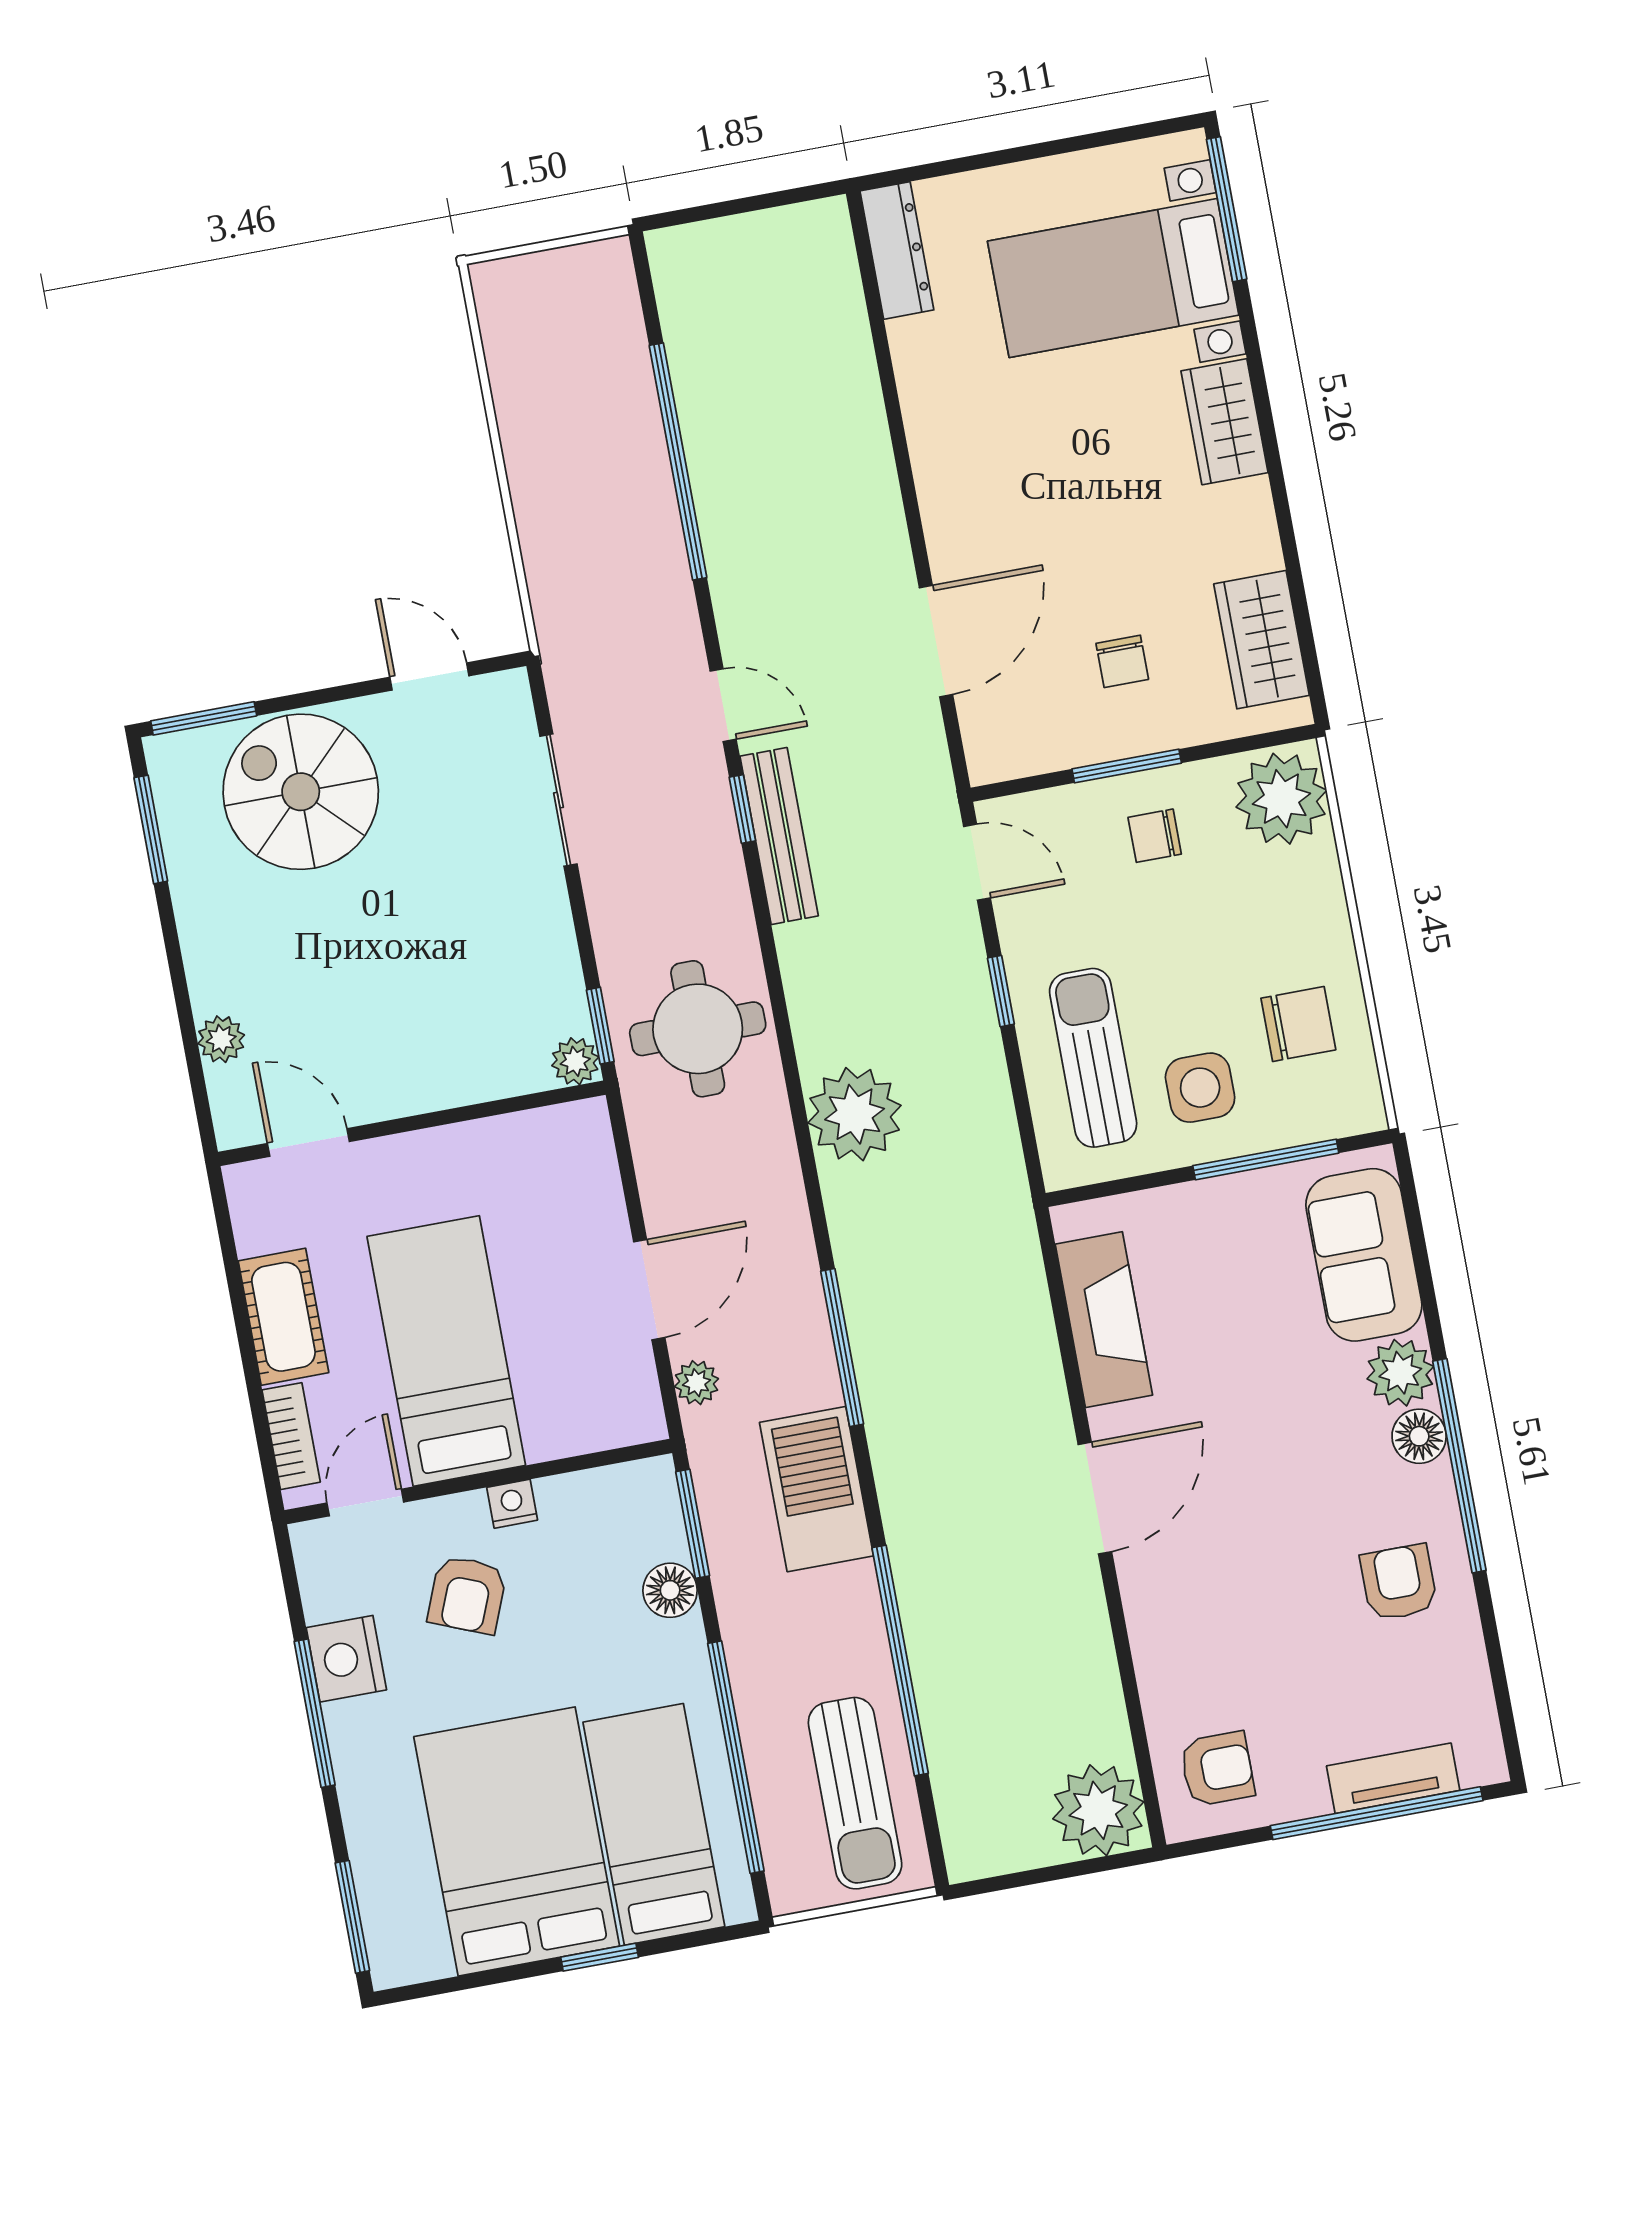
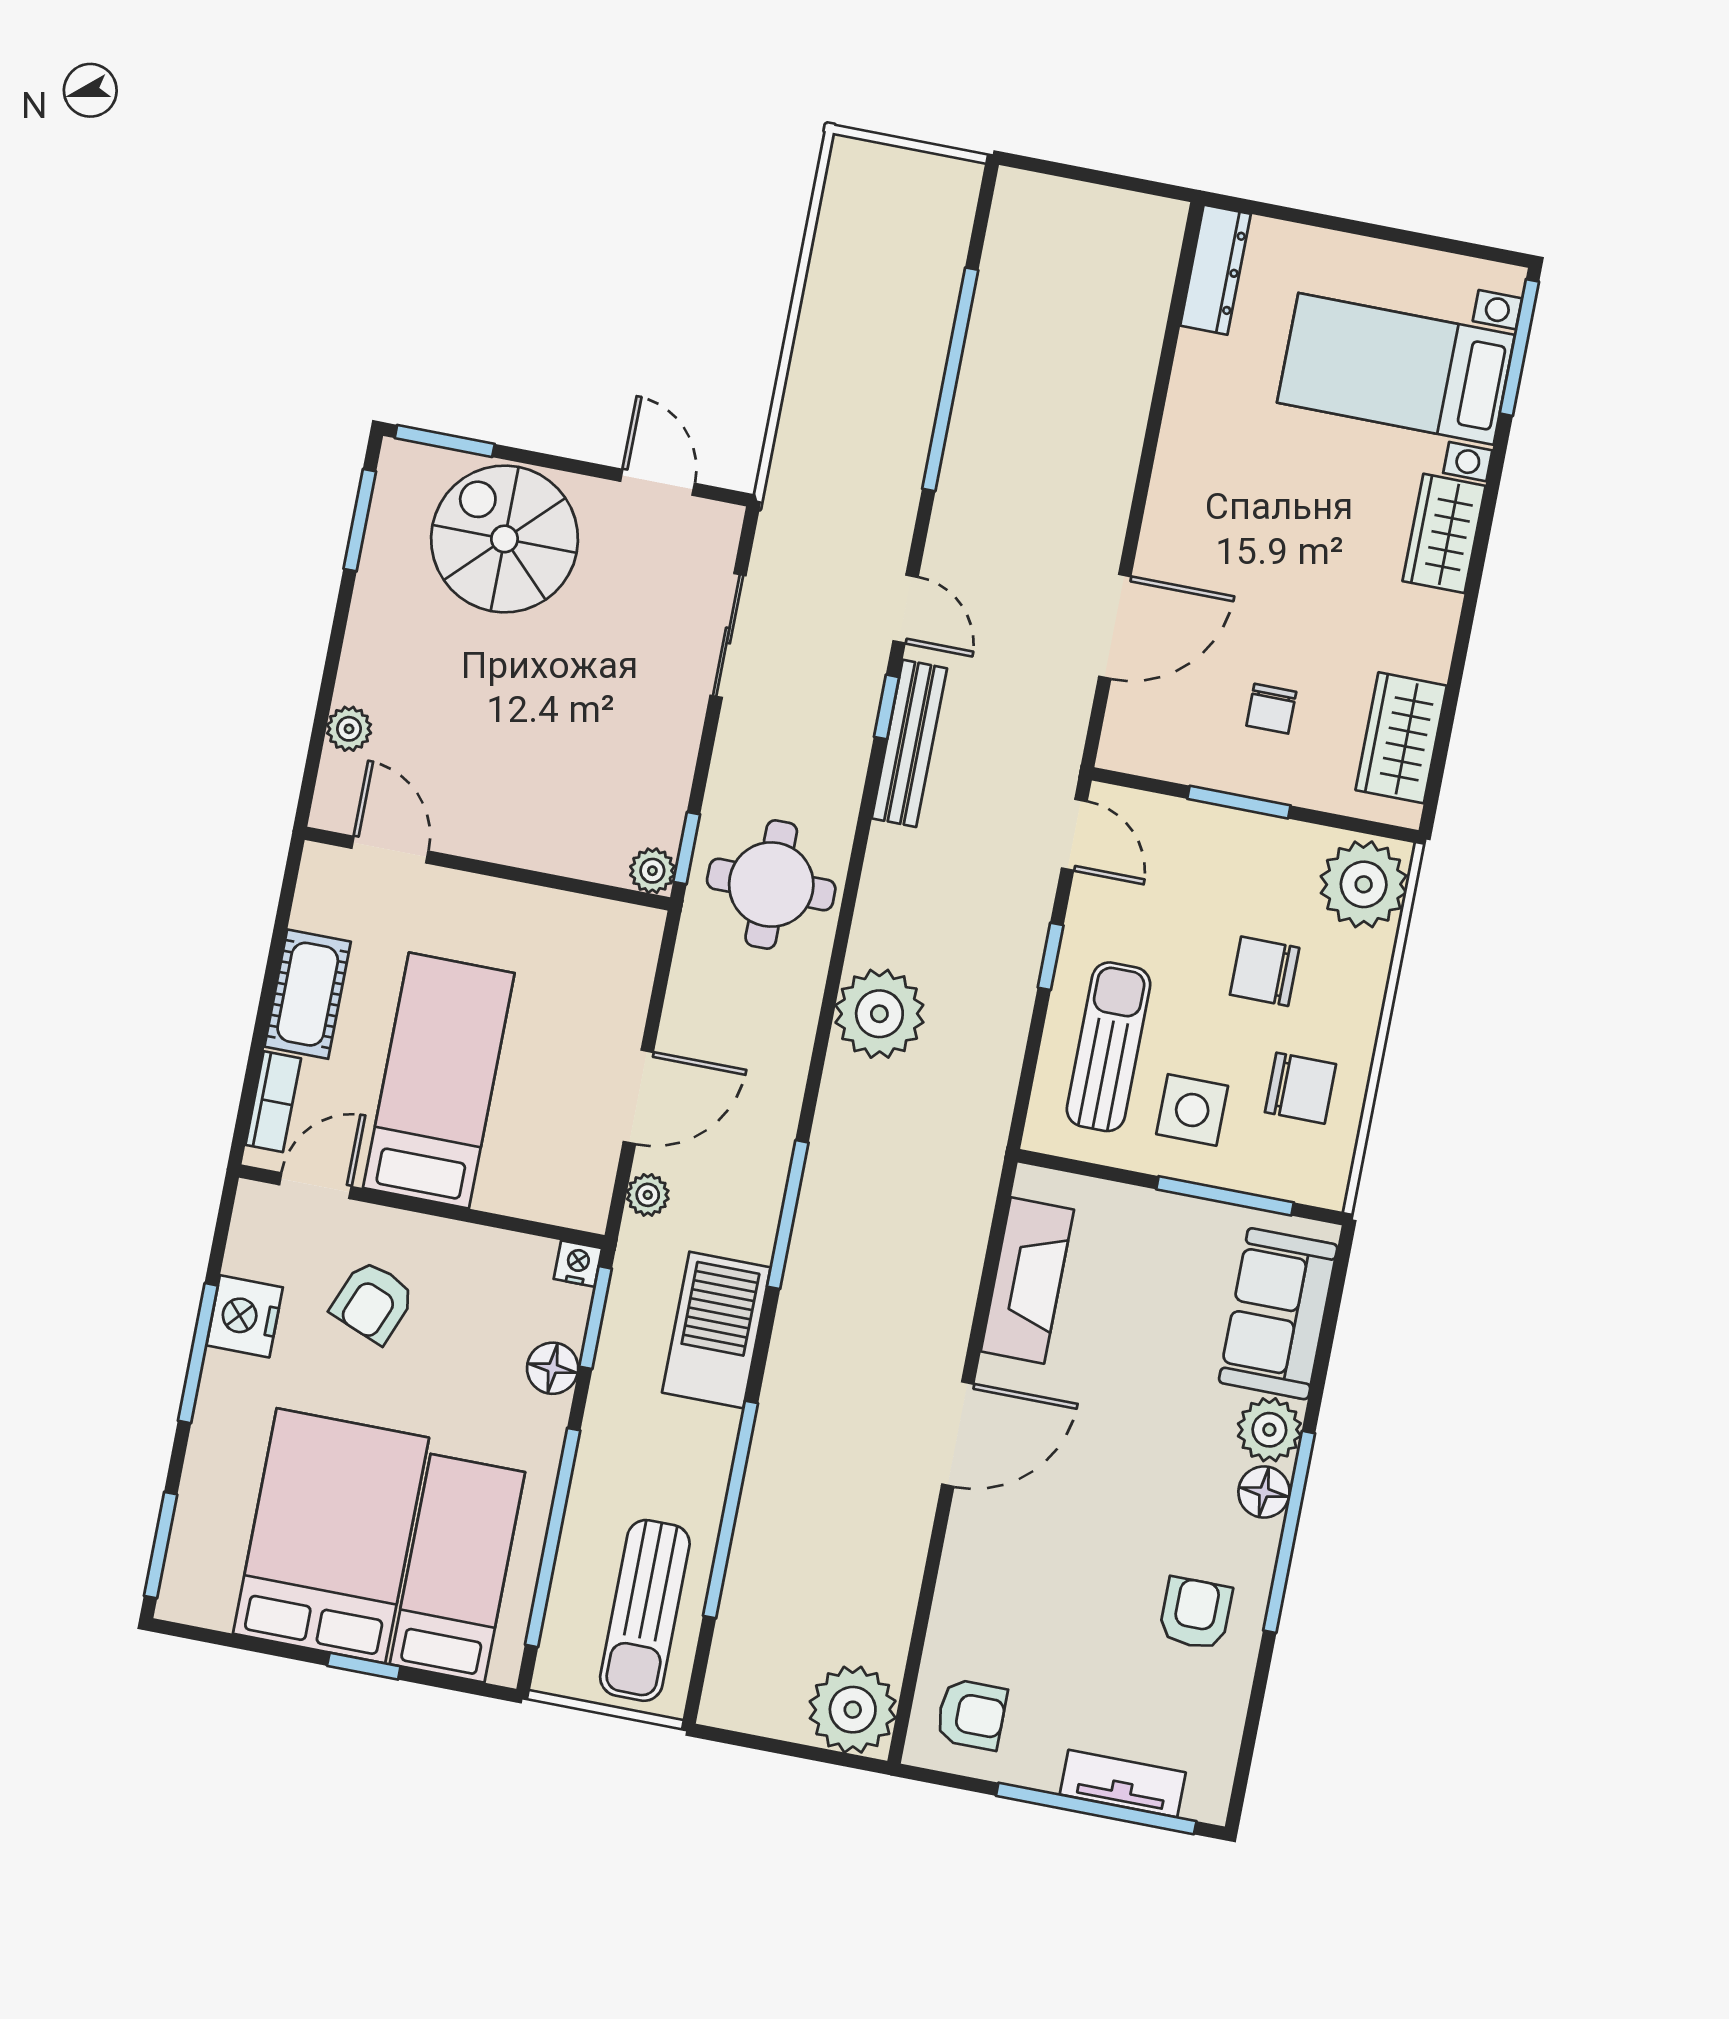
chair: (1155, 836) -> (1265, 971), moved, width x1.37, depth x1.37
nightstand: (512, 1504) -> (578, 1264), moved

